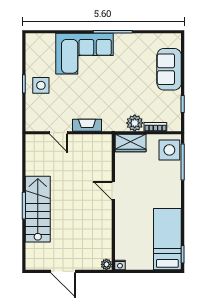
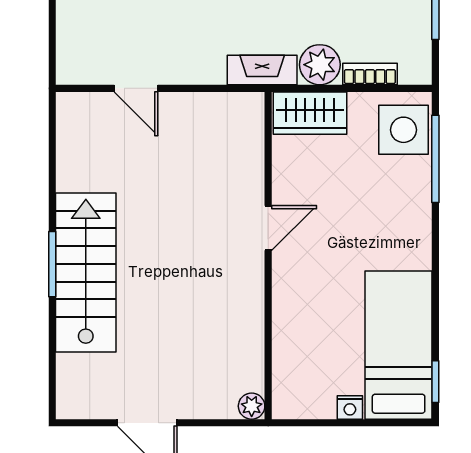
fireplace: (87, 125) -> (262, 70), moved
door: (113, 191) -> (268, 228), swing flipped
nightstand: (120, 265) -> (350, 407), moved

